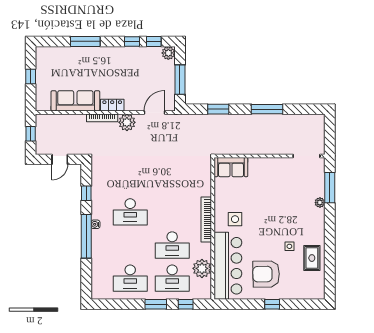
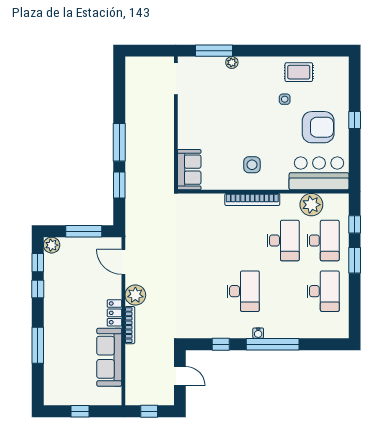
window: (267, 109) -> (119, 142), moved
bar counter: (228, 266) -> (319, 173), width x0.73
armchair: (266, 274) -> (318, 127), turned -89

